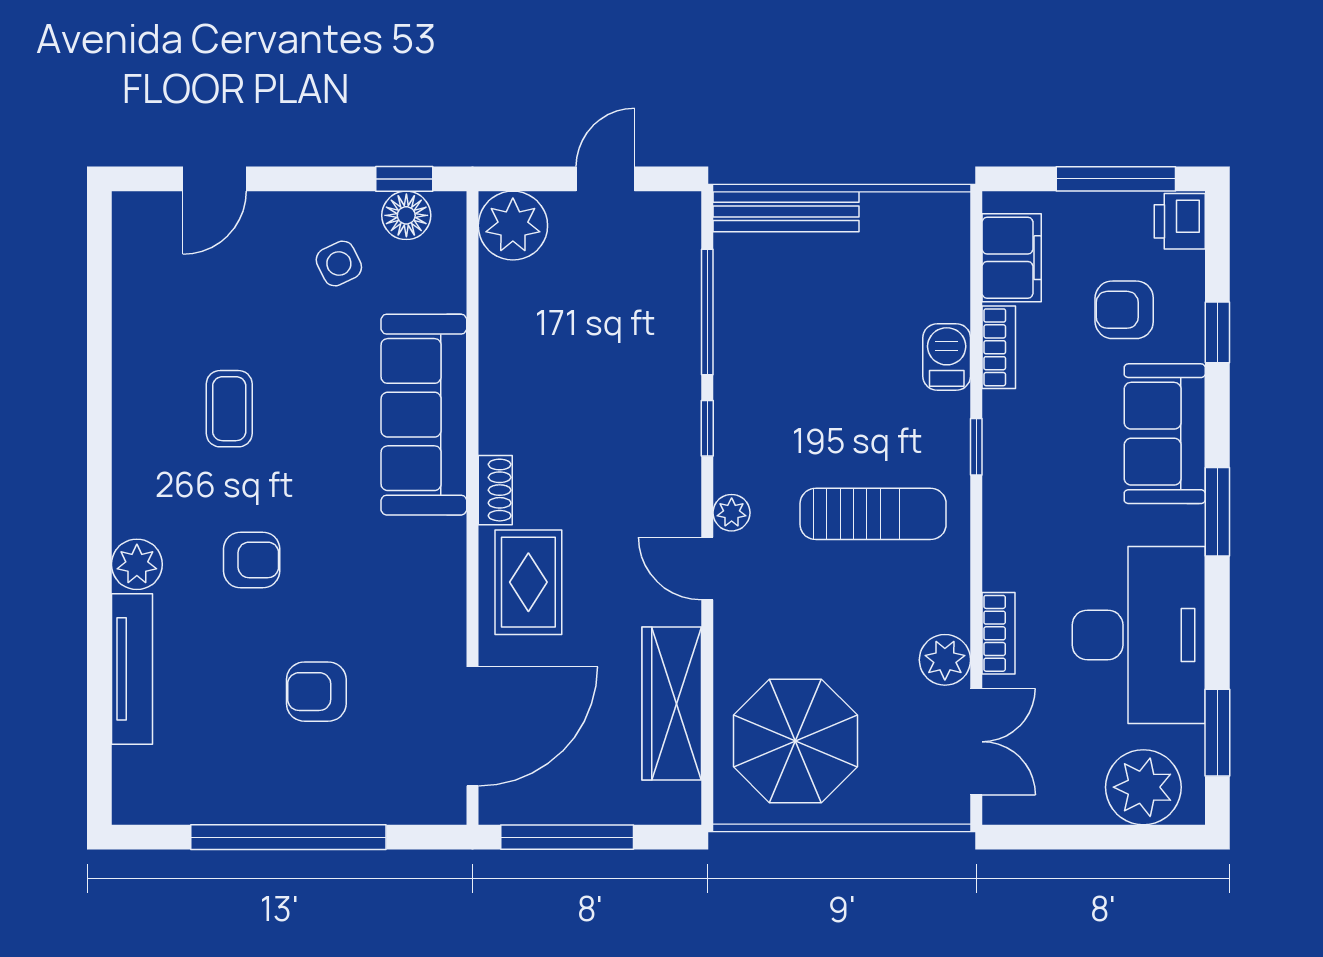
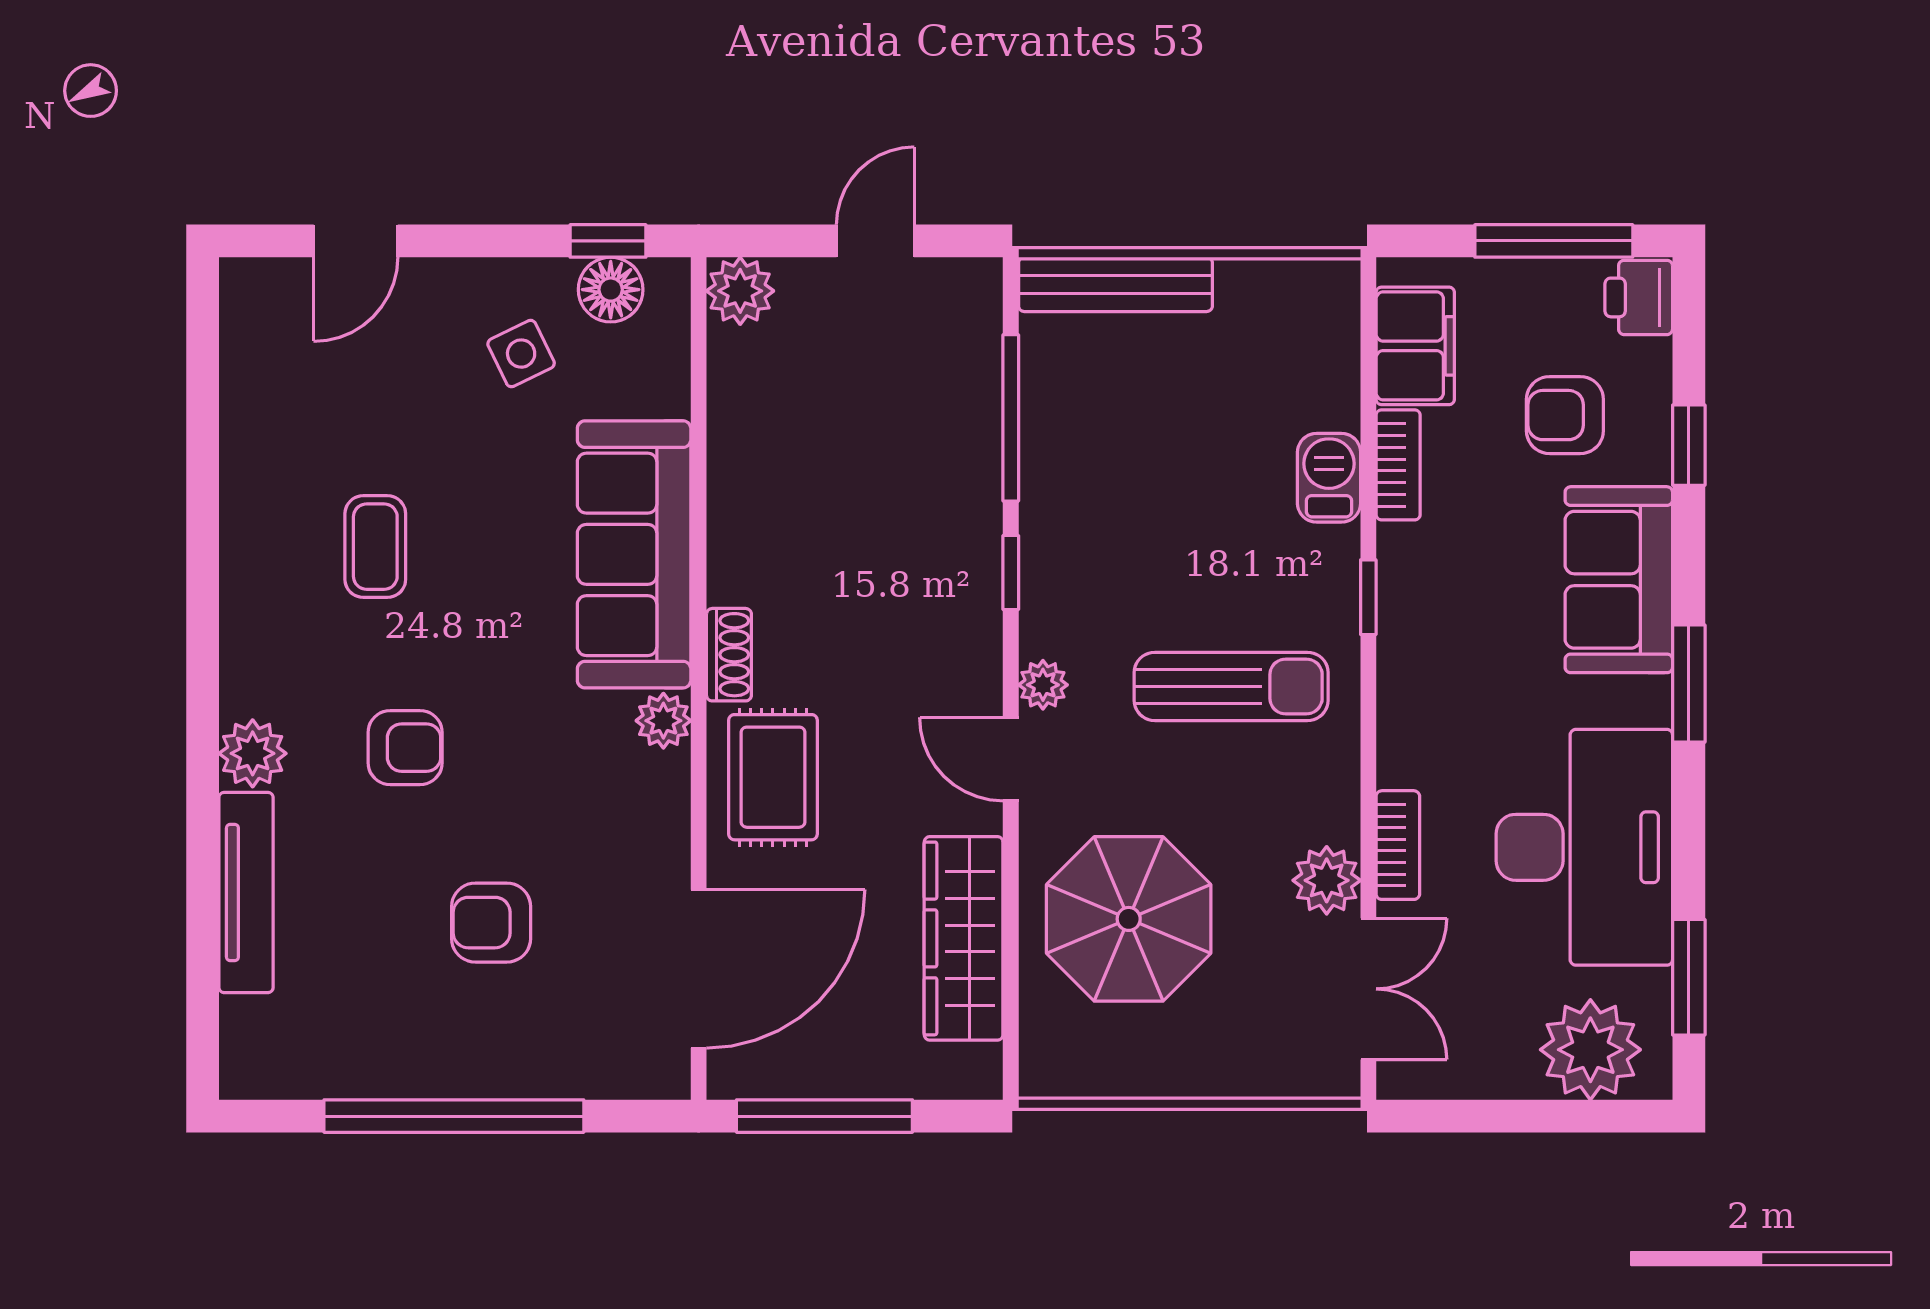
plant: (513, 226) -> (740, 291), width x0.73, depth x0.73
plant: (446, 540) -> (663, 721), added
parasol: (795, 741) -> (1129, 919), moved

